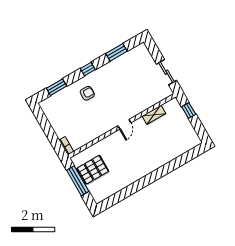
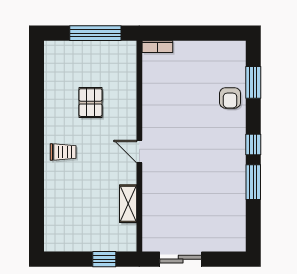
window: (116, 52) -> (253, 182), moved
armchair: (87, 93) -> (230, 98), moved
trolley: (147, 162) -> (63, 152), added
pallet: (93, 170) -> (91, 103), moved, width x0.67, depth x0.71

